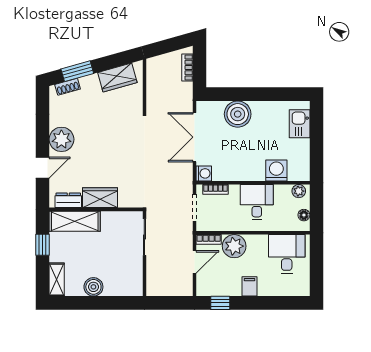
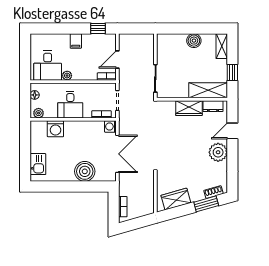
plant: (234, 246) -> (67, 76), moved, width x0.53, depth x0.53

